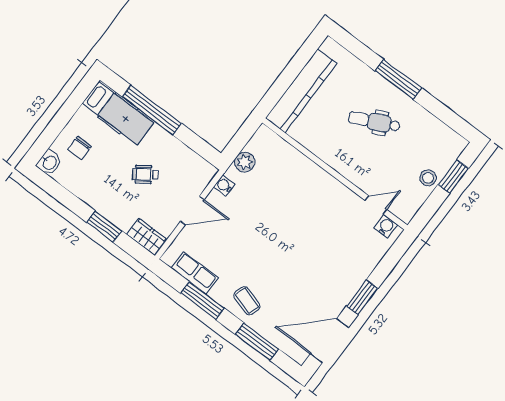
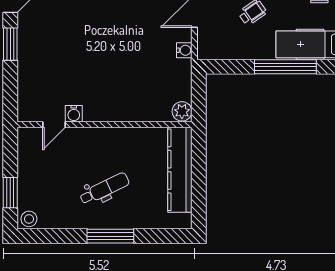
plant: (245, 162) -> (182, 111), moved
stool: (428, 178) -> (29, 219), moved
water cooler: (386, 226) -> (74, 114), moved

